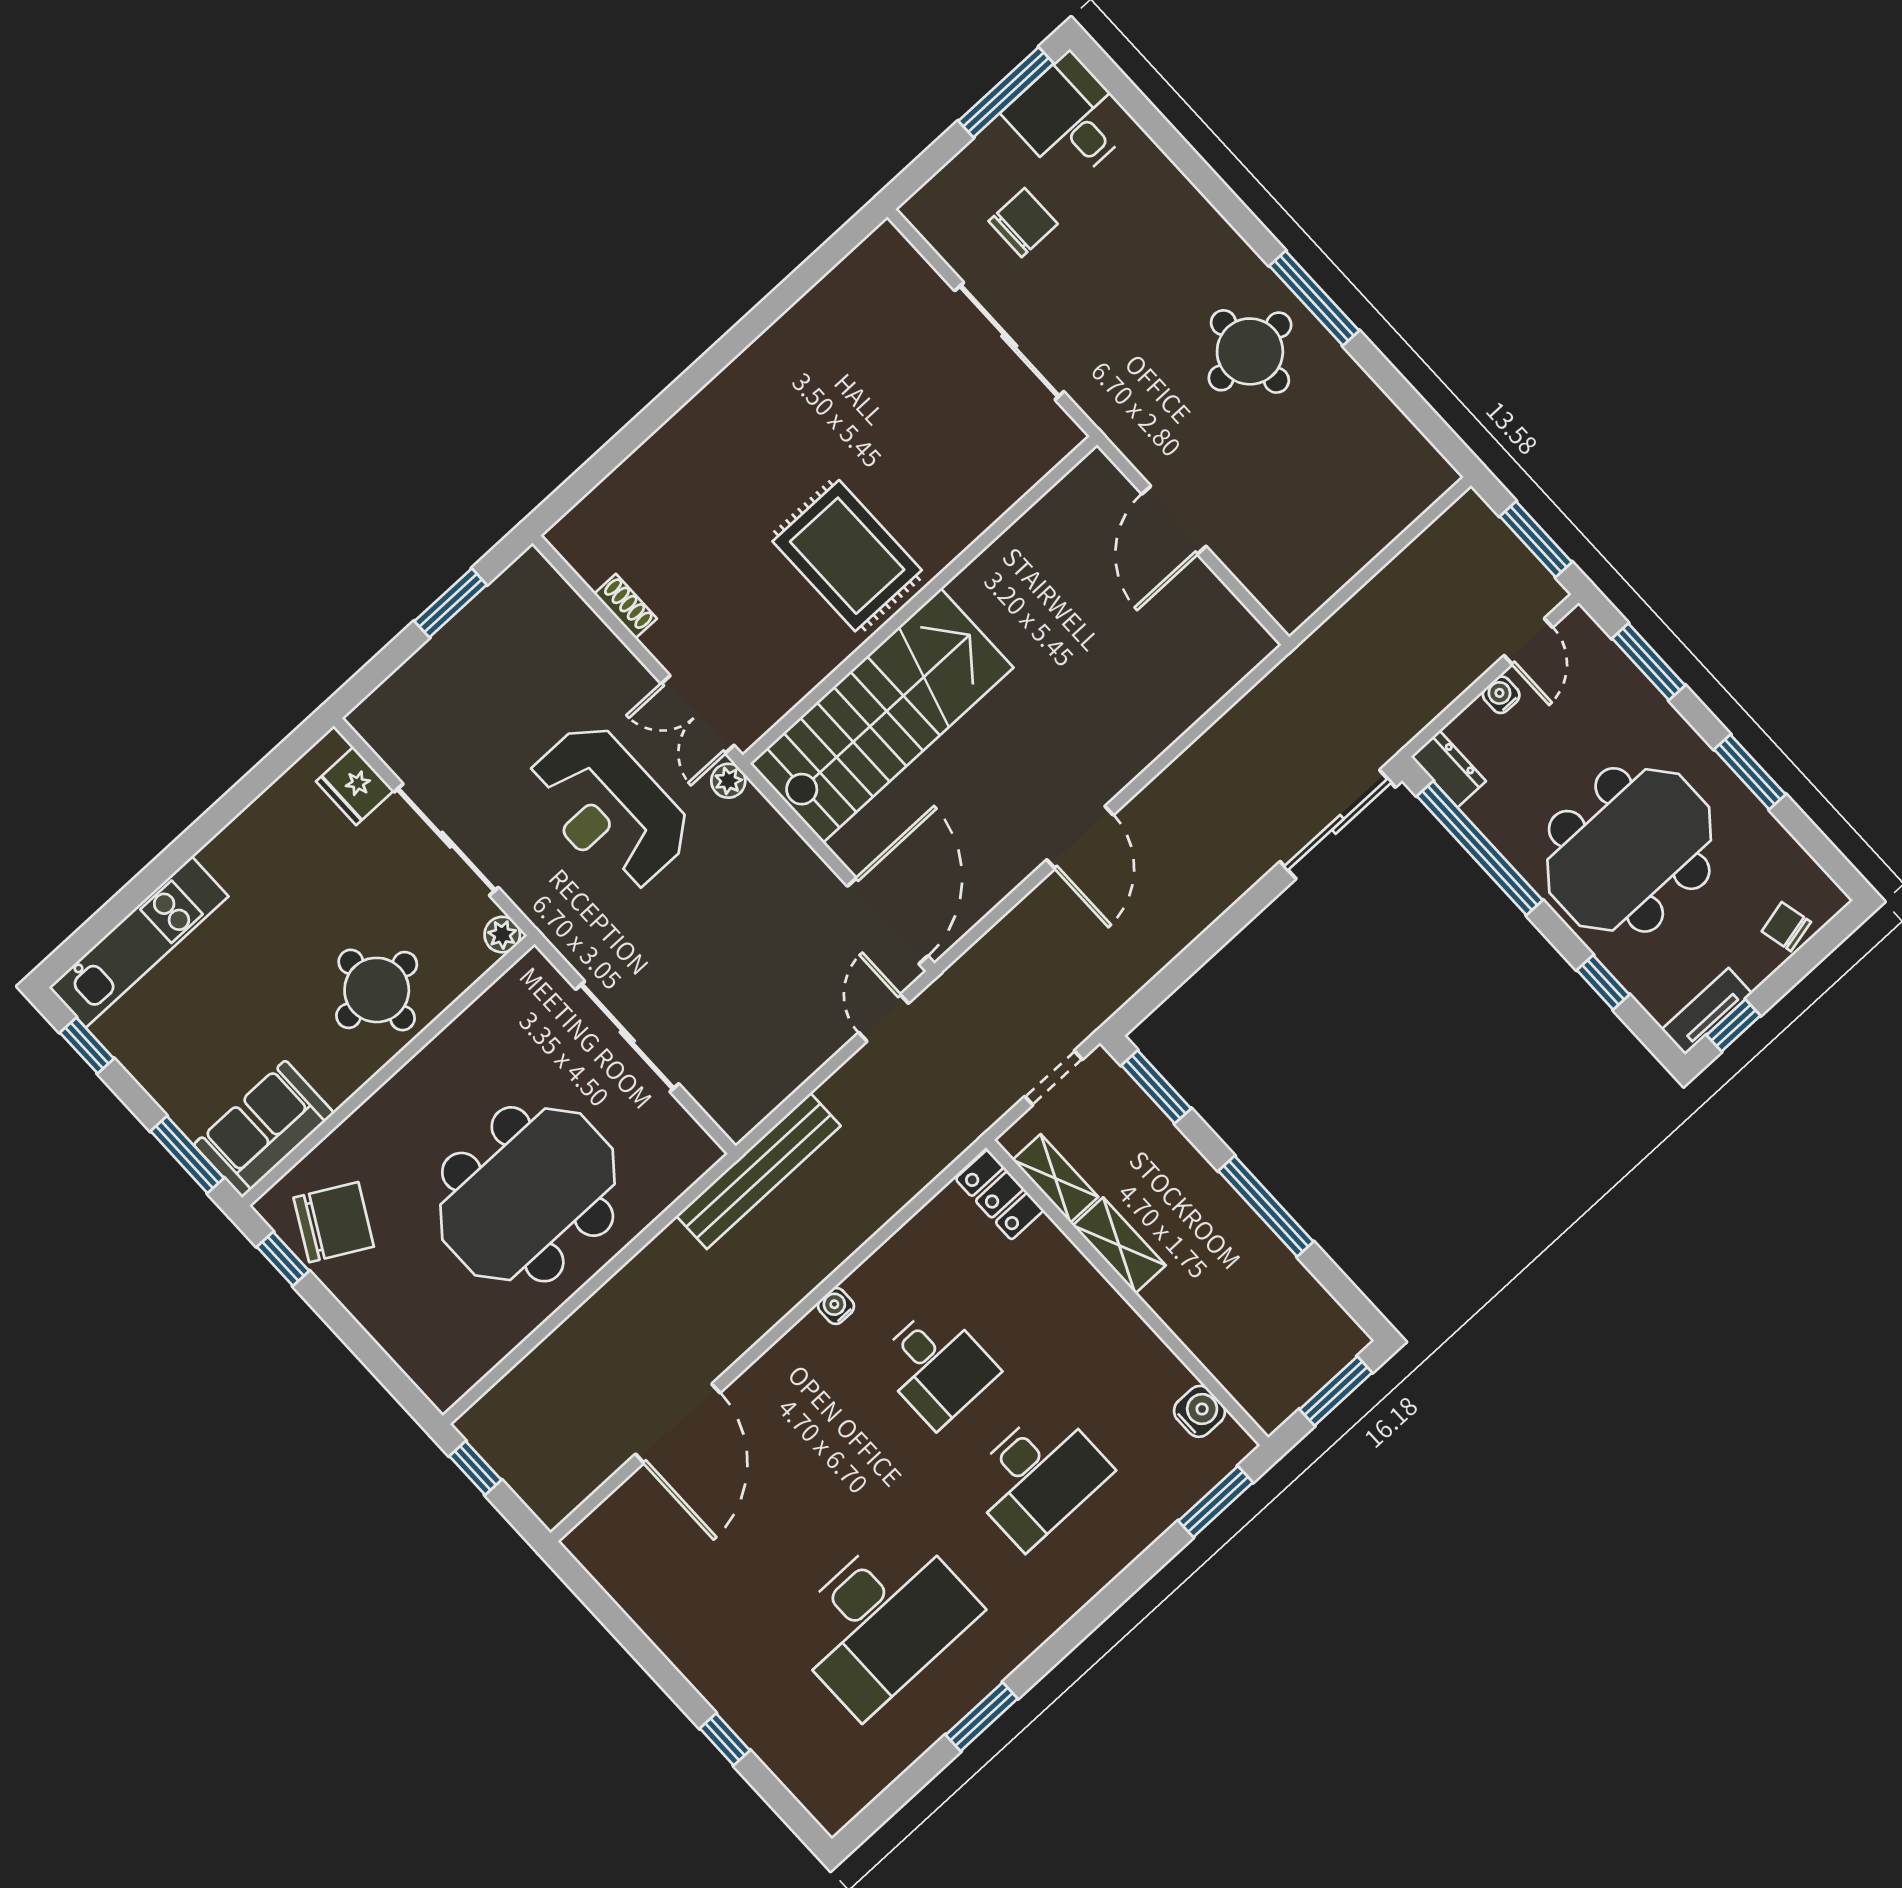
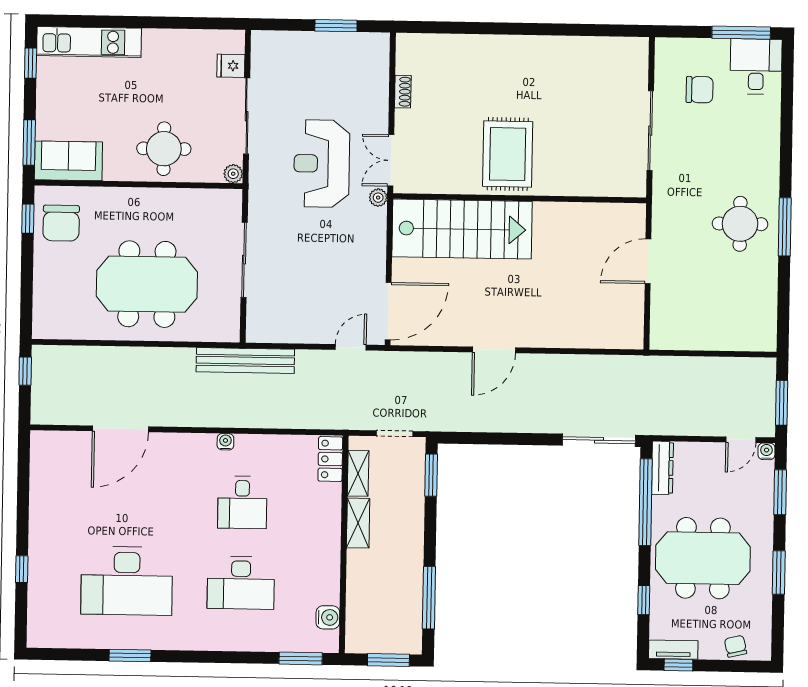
water cooler: (1501, 695) -> (766, 451), moved
dresser: (1448, 769) -> (662, 468), width x1.44
fridge: (355, 786) -> (231, 66), width x0.72
window: (1266, 1206) -> (429, 598), moved
chair: (334, 1222) -> (61, 223), turned 61

